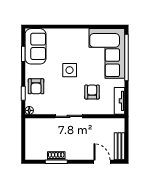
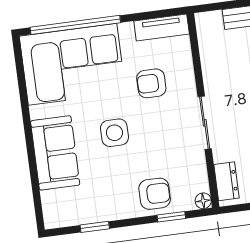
sofa: (35, 46) -> (55, 153), moved, turned 90
dresser: (38, 123) -> (226, 181), added

